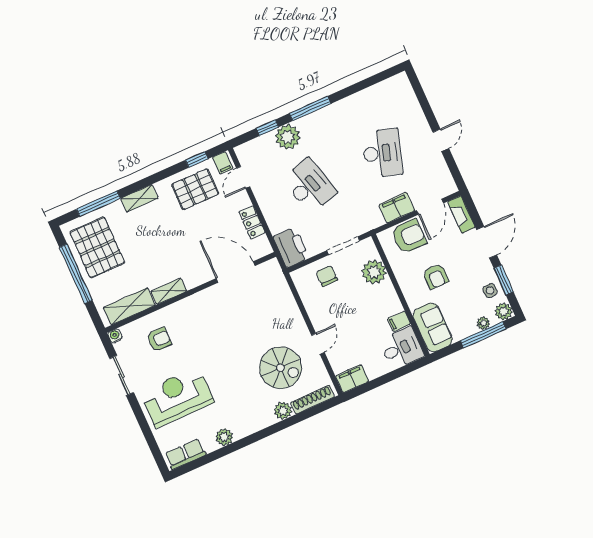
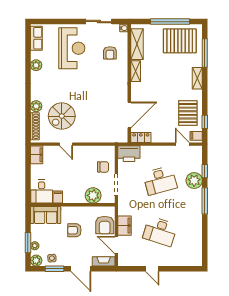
locker: (252, 222) -> (141, 137), moved
window: (483, 335) -> (28, 243), width x0.69

